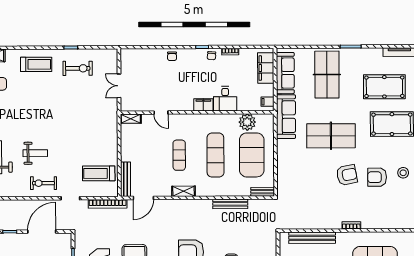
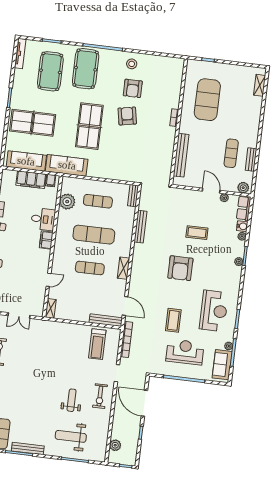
filing cabinet: (266, 68) -> (31, 180), moved
exercise mat: (252, 155) -> (98, 201), width x0.50, depth x0.69

